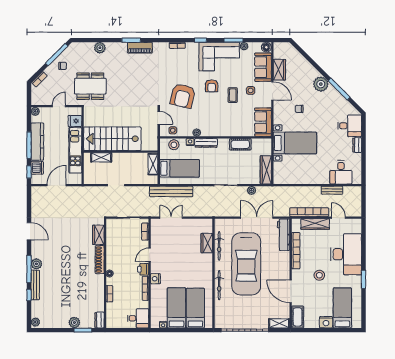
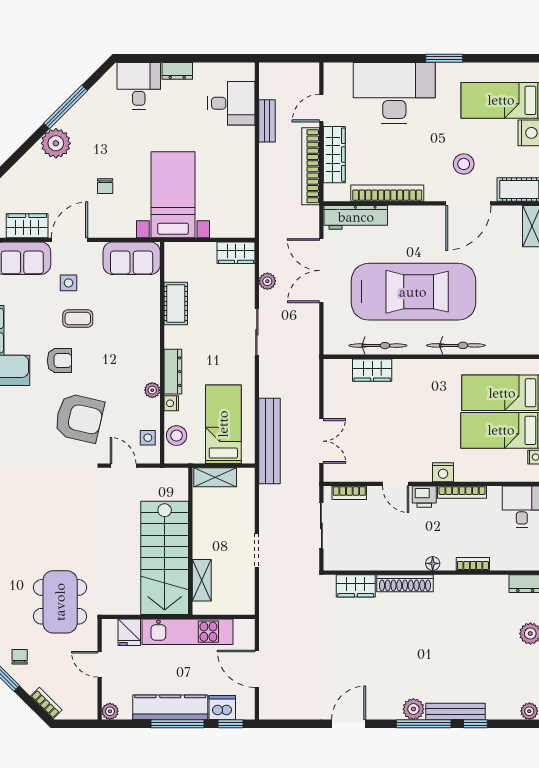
door: (159, 118) -> (123, 466), hinge flipped
wardrobe: (266, 170) -> (236, 253), width x0.67
double door: (171, 218) -> (321, 441), swing flipped
stool: (319, 275) -> (464, 164), moved

